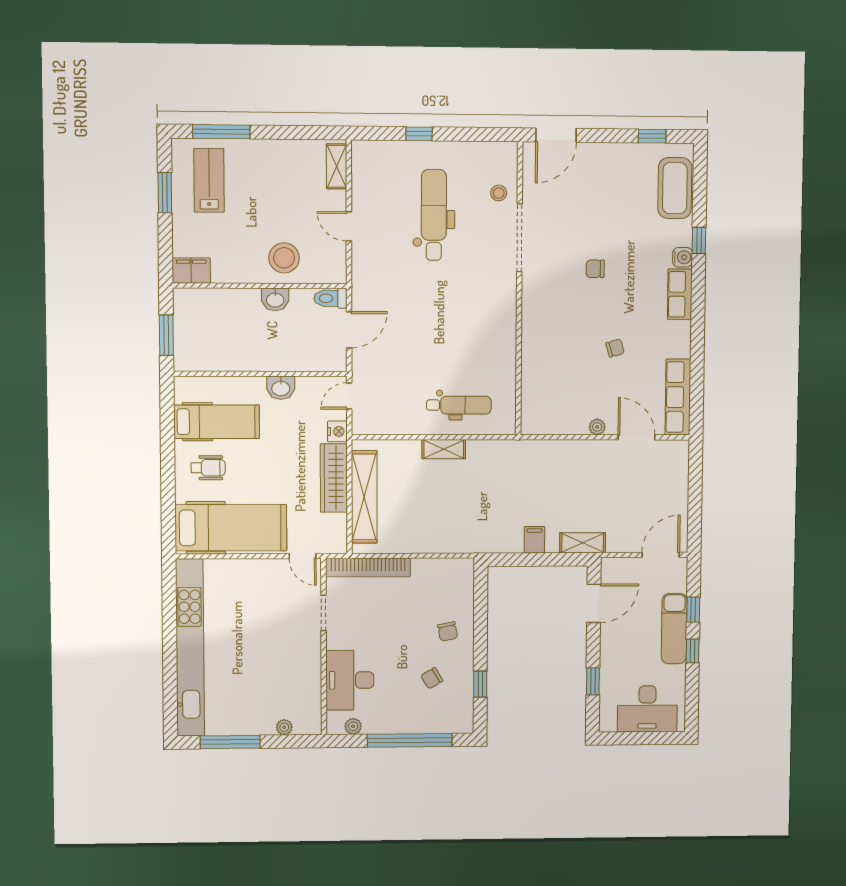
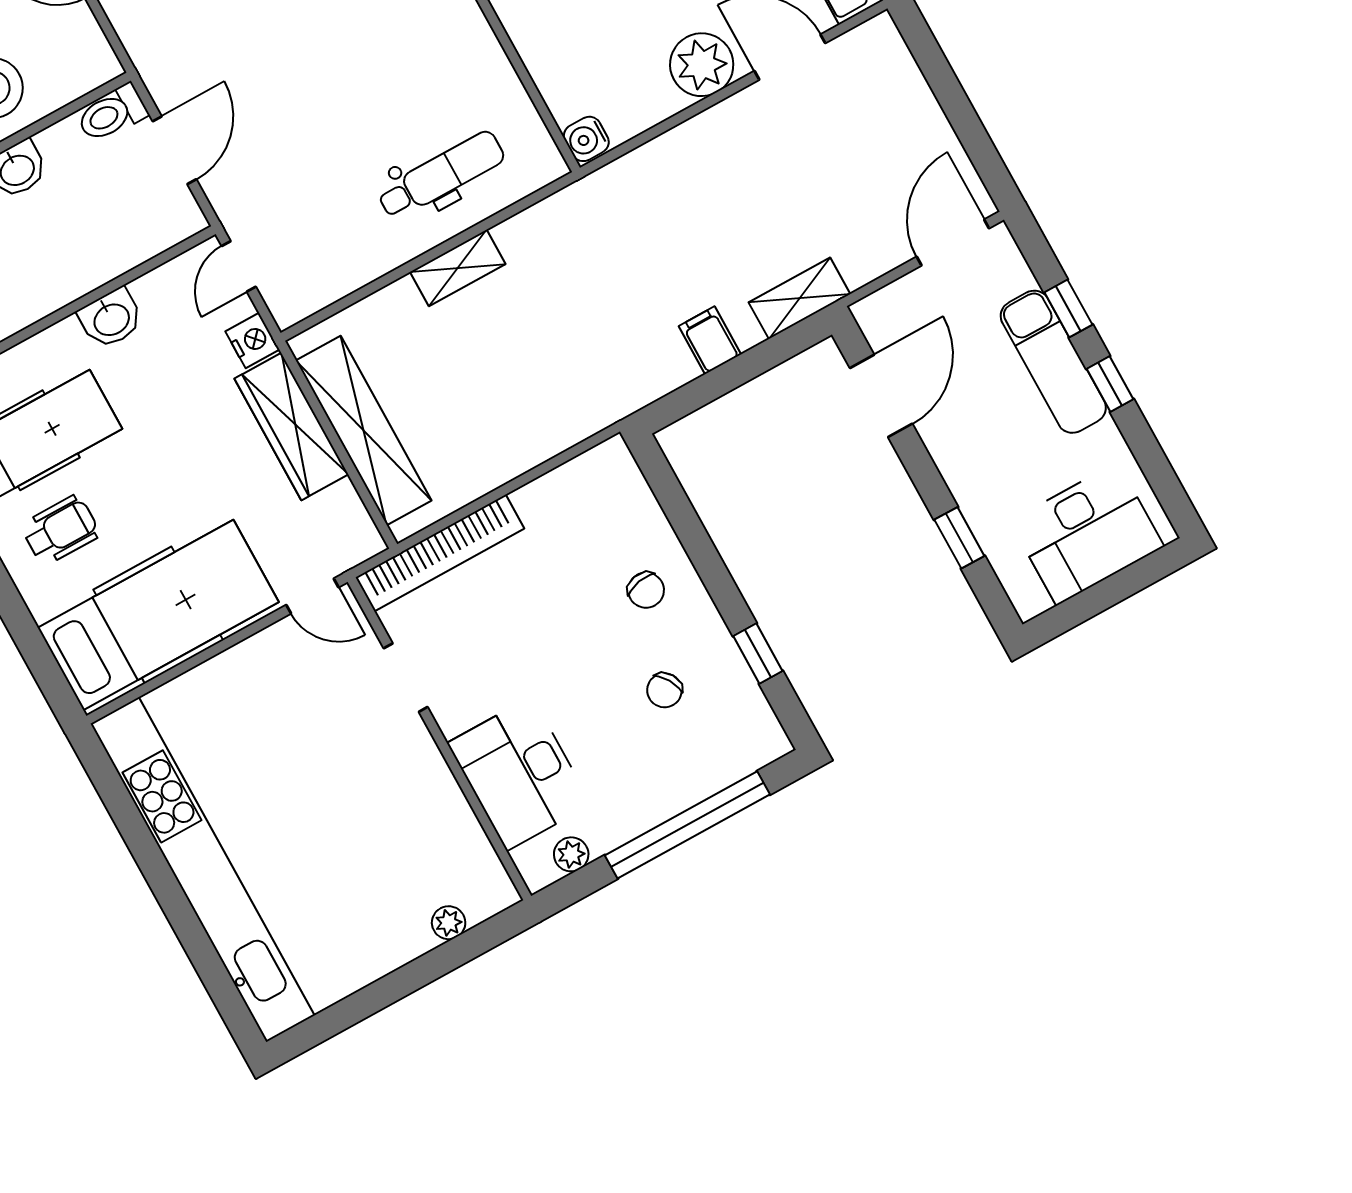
water cooler: (530, 424) -> (586, 139), added
plant: (597, 427) -> (702, 65), width x1.88, depth x1.88
window: (230, 742) -> (367, 1002), removed

